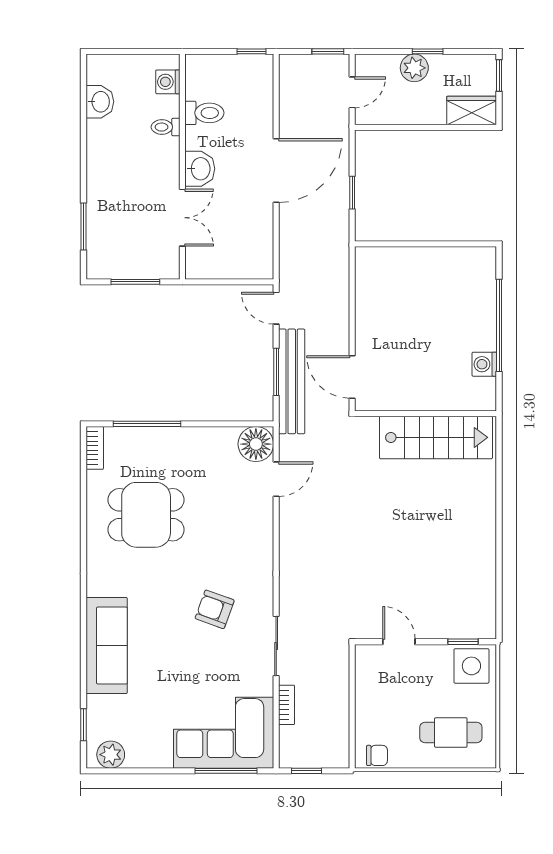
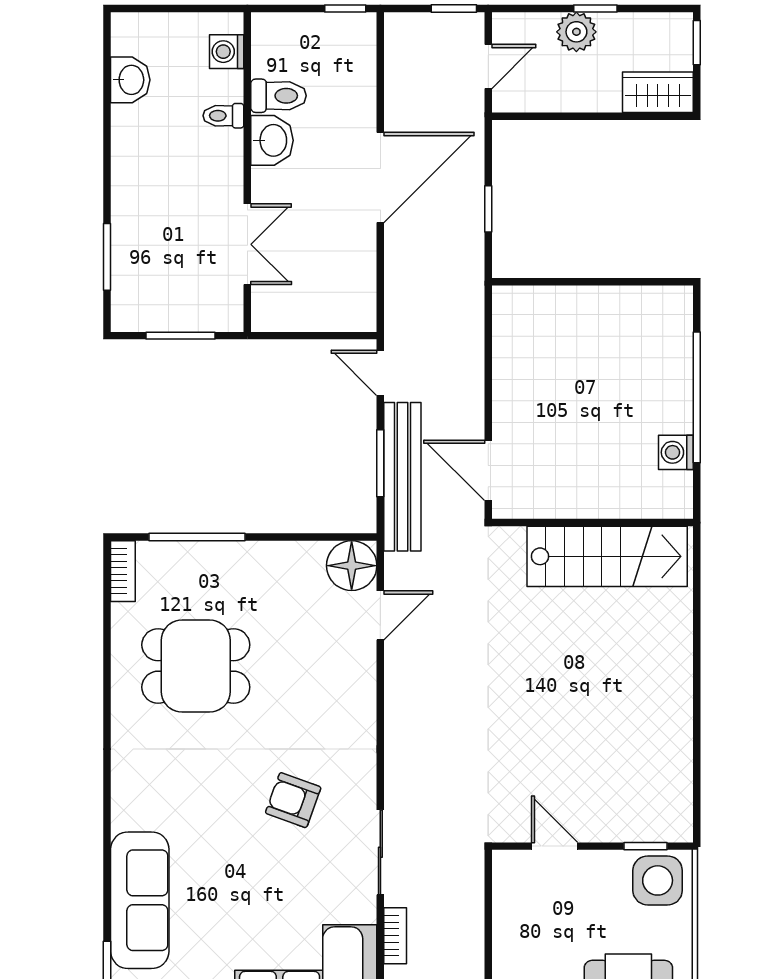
washbasin: (200, 169) -> (272, 140), moved
sofa: (107, 645) -> (140, 900), moved

